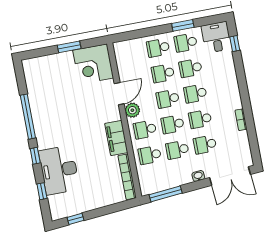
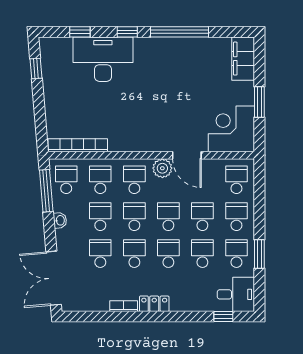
school desk: (131, 53) -> (236, 180), added
locker: (235, 97) -> (154, 304), added
filing cabinet: (116, 138) -> (243, 59), moved, turned -90
washbasin: (198, 176) -> (60, 220), moved
school desk: (155, 180) -> (66, 180), added

